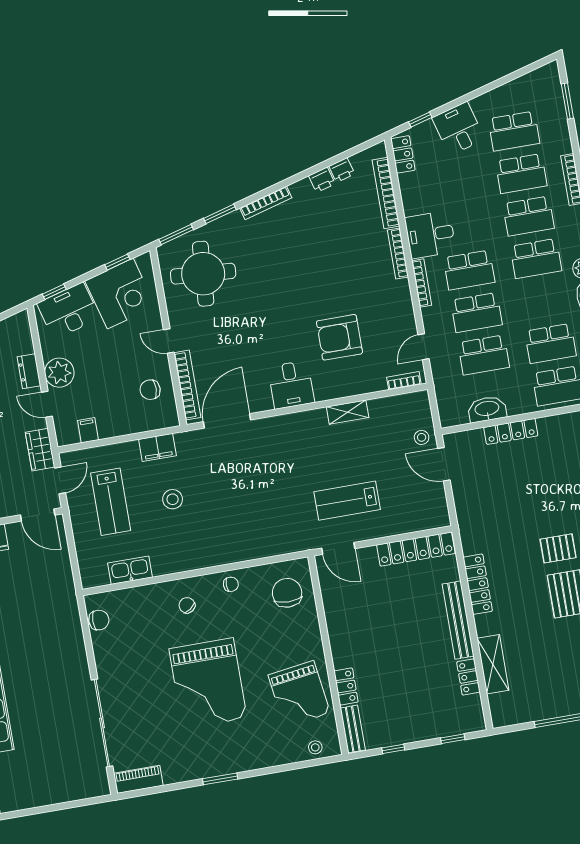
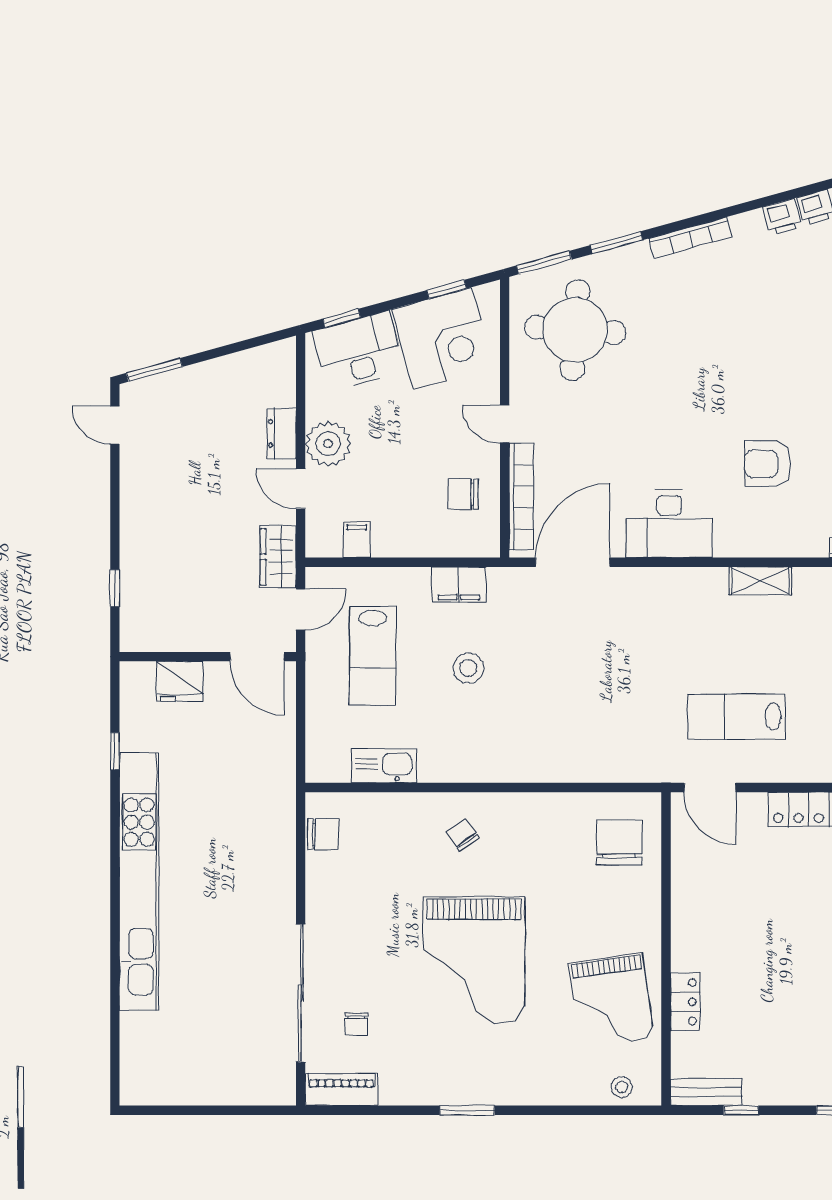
armchair: (339, 337) -> (768, 464), width x0.73, depth x0.73
desk: (291, 385) -> (669, 524), width x1.37
chair: (231, 584) -> (356, 1024), moved, turned 90
bench: (353, 729) -> (706, 1092), moved, turned 90

